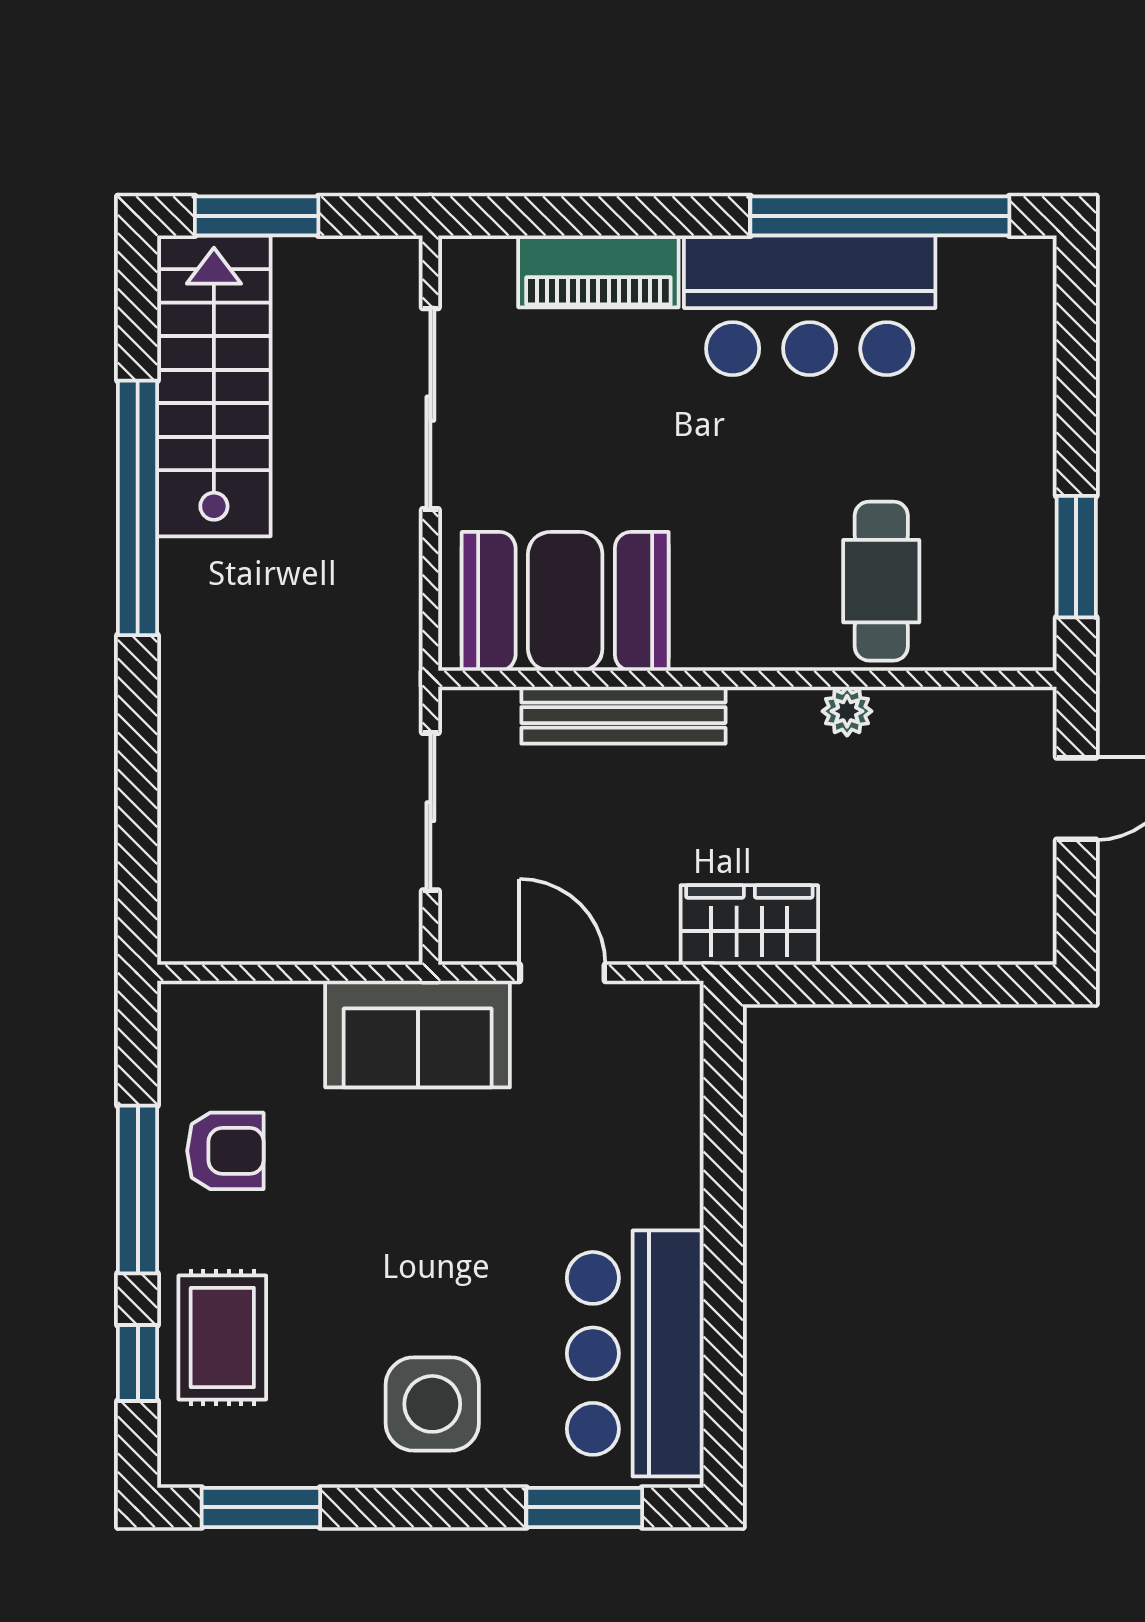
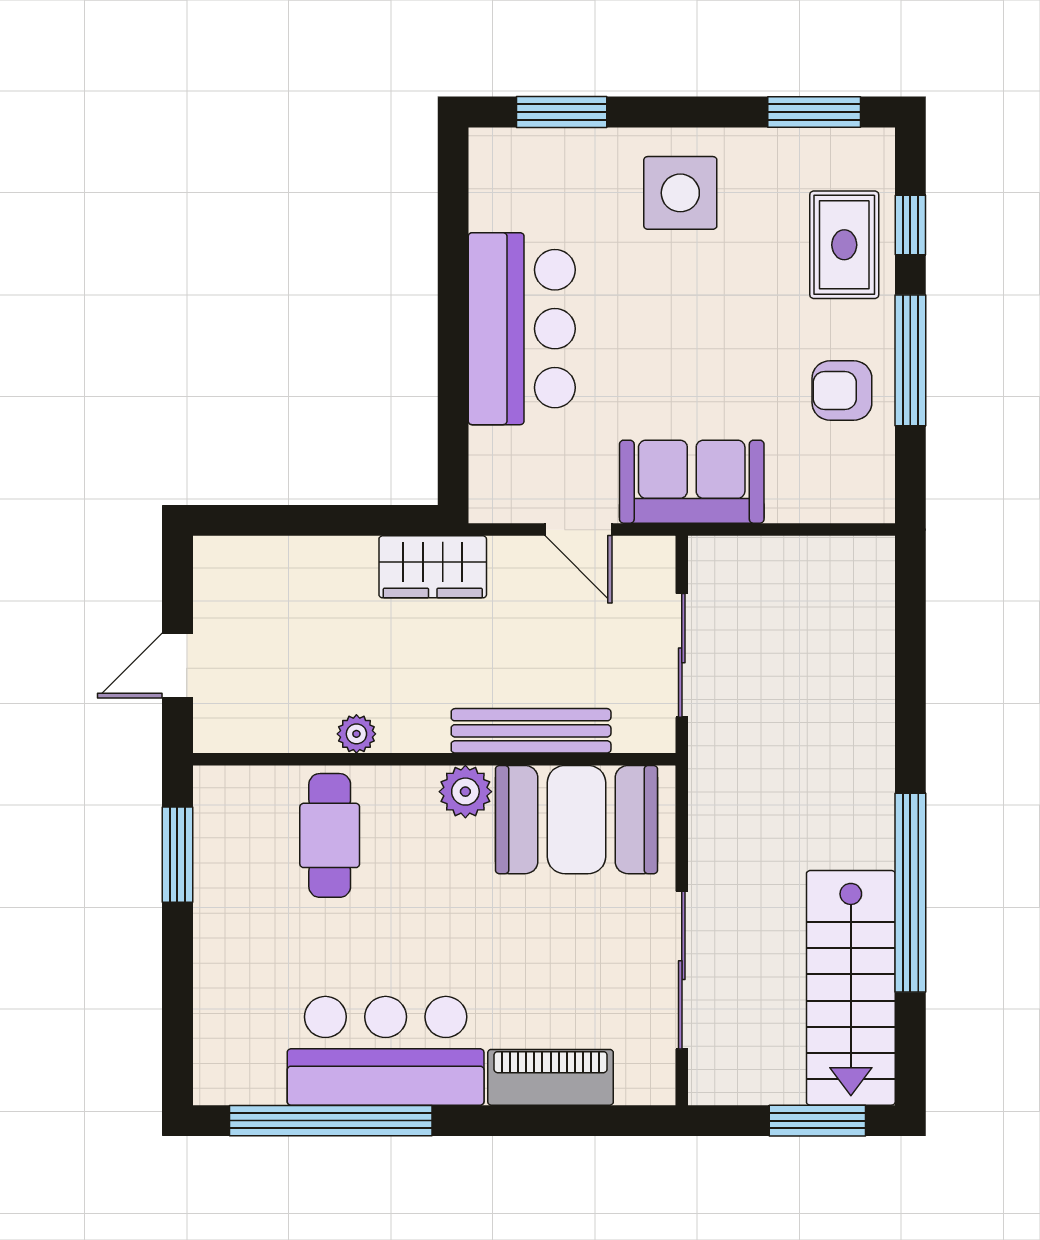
plant: (707, 637) -> (465, 792), added
bar counter: (635, 1353) -> (522, 329), moved

